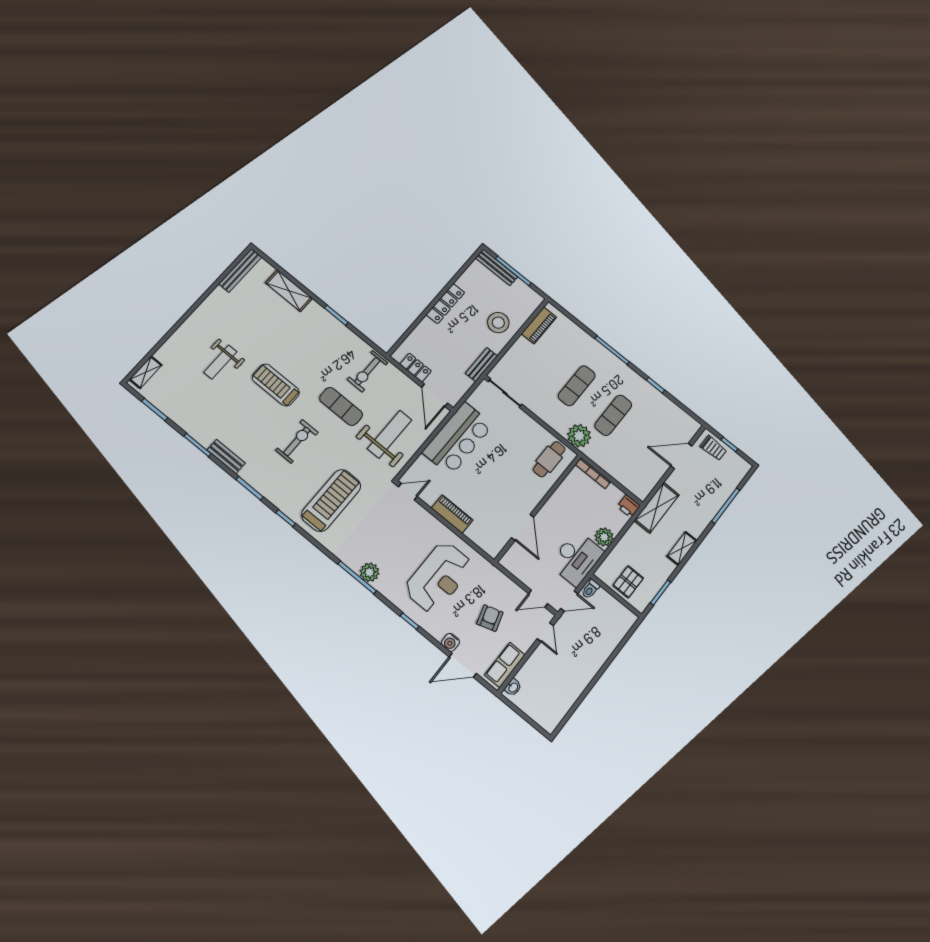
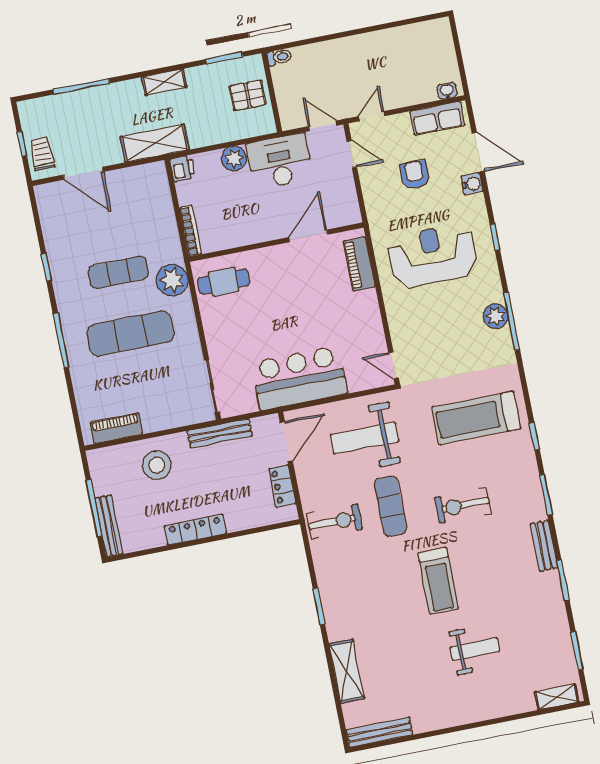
bench: (481, 365) -> (220, 433), width x1.36
exercise mat: (577, 386) -> (130, 333), width x1.36, depth x1.45
piano: (452, 514) -> (359, 264), moved
toilet: (591, 589) -> (279, 57), moved
armchair: (490, 618) -> (415, 175), turned 107

